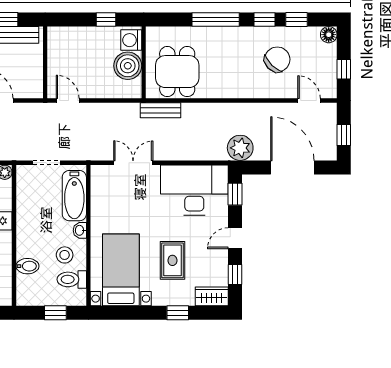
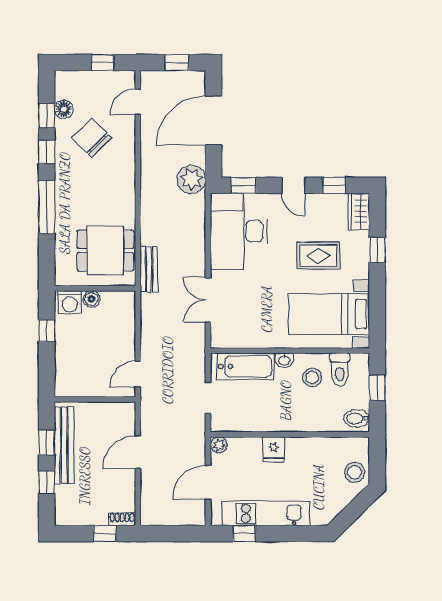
floor lamp: (329, 35) -> (64, 109), moved
boiler: (128, 66) -> (91, 299), width x0.54, depth x0.54
bidet: (27, 266) -> (357, 418), moved, turned -90

